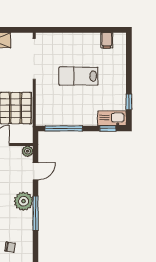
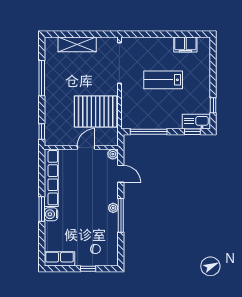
filing cabinet: (107, 40) -> (185, 44), width x2.00
door: (36, 171) -> (121, 174), hinge flipped
plant: (23, 201) -> (113, 208), width x0.53, depth x0.53

